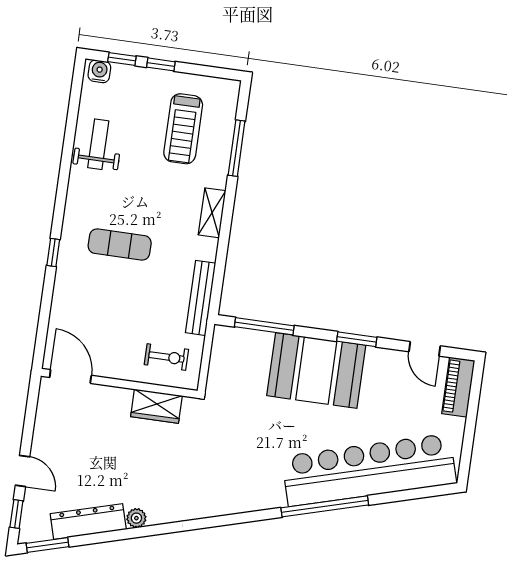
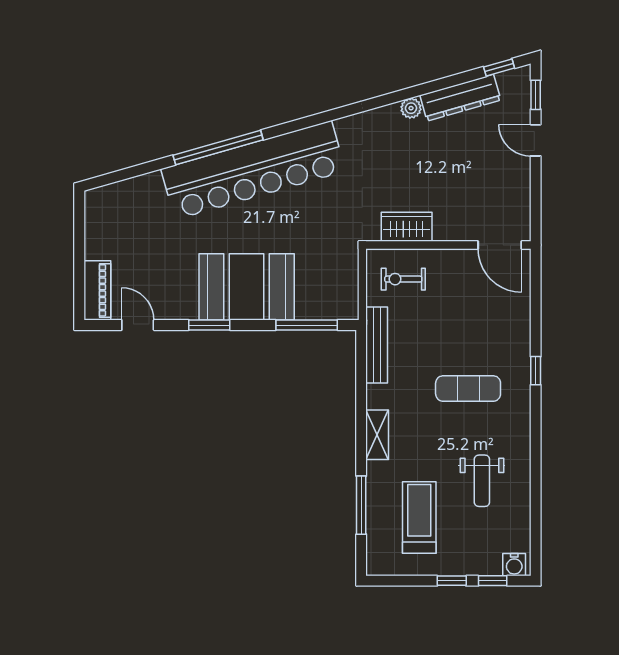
weight bench: (98, 144) -> (482, 481), moved
bar counter: (369, 470) -> (253, 170), moved
window: (47, 545) -> (499, 67), width x0.67

